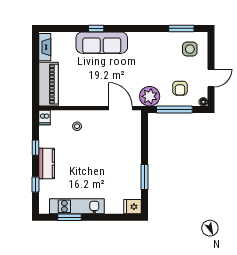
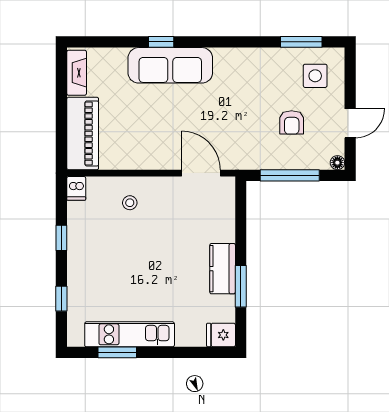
armchair: (180, 88) -> (292, 122), moved
plant: (150, 96) -> (249, 153), removed
kitchen counter: (47, 164) -> (223, 269), moved, turned 180

